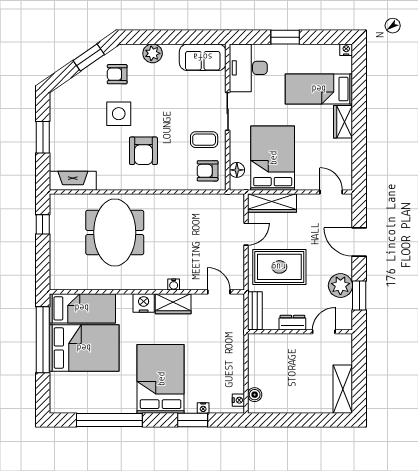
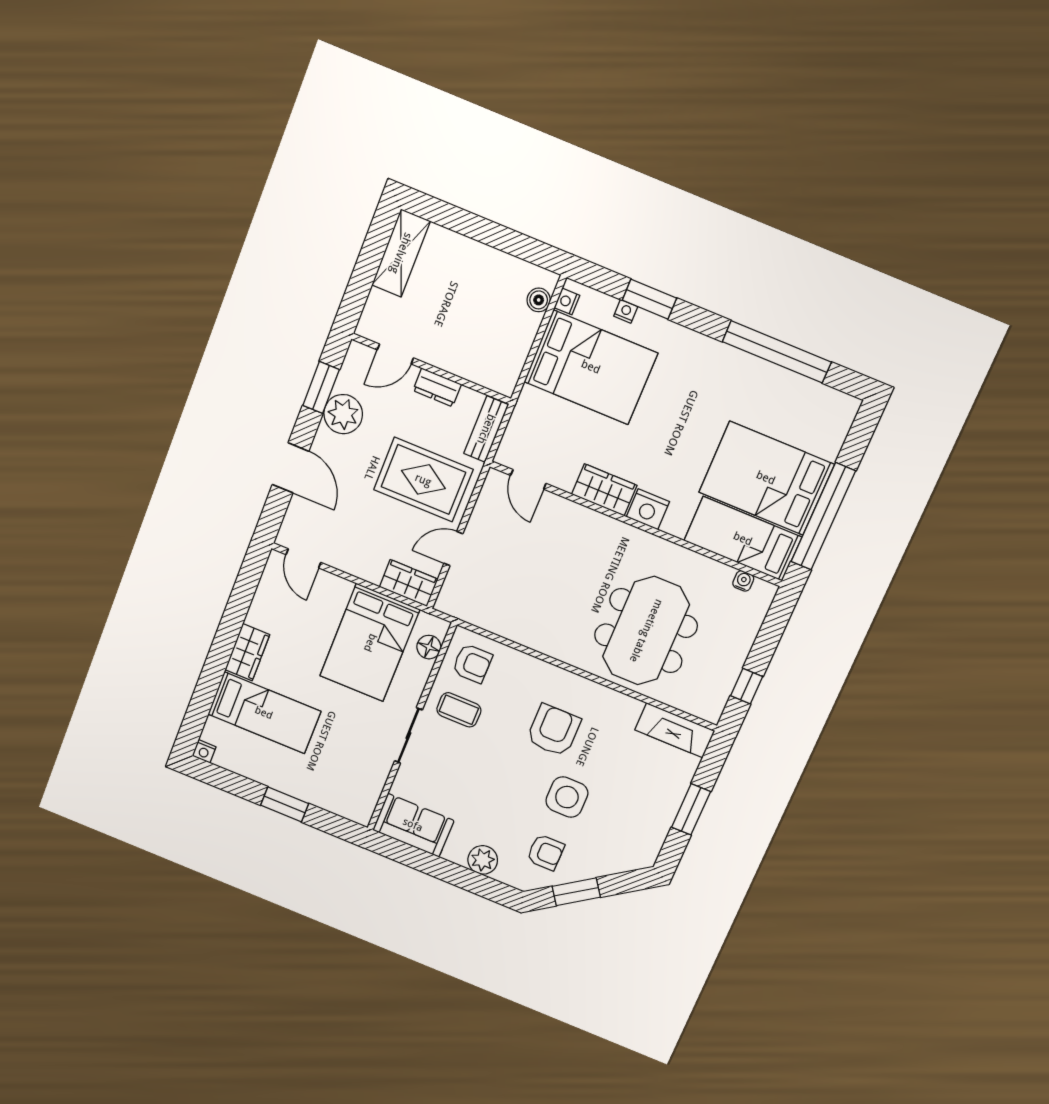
desk: (248, 68) -> (354, 784), removed
wardrobe: (272, 203) -> (409, 583), width x0.67
water cooler: (174, 285) -> (743, 581), moved
bed: (161, 379) -> (591, 367), moved, turned -90

